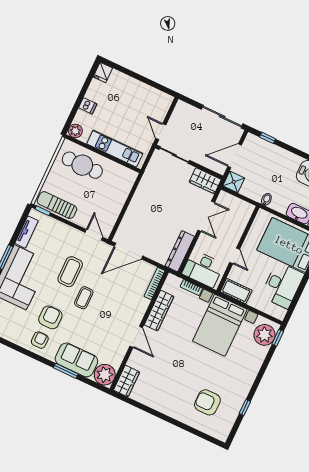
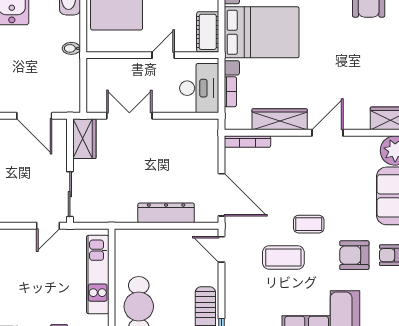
shower: (234, 182) -> (69, 101), removed
door: (94, 235) -> (222, 249), hinge flipped
dresser: (180, 251) -> (166, 213), moved, turned 180

